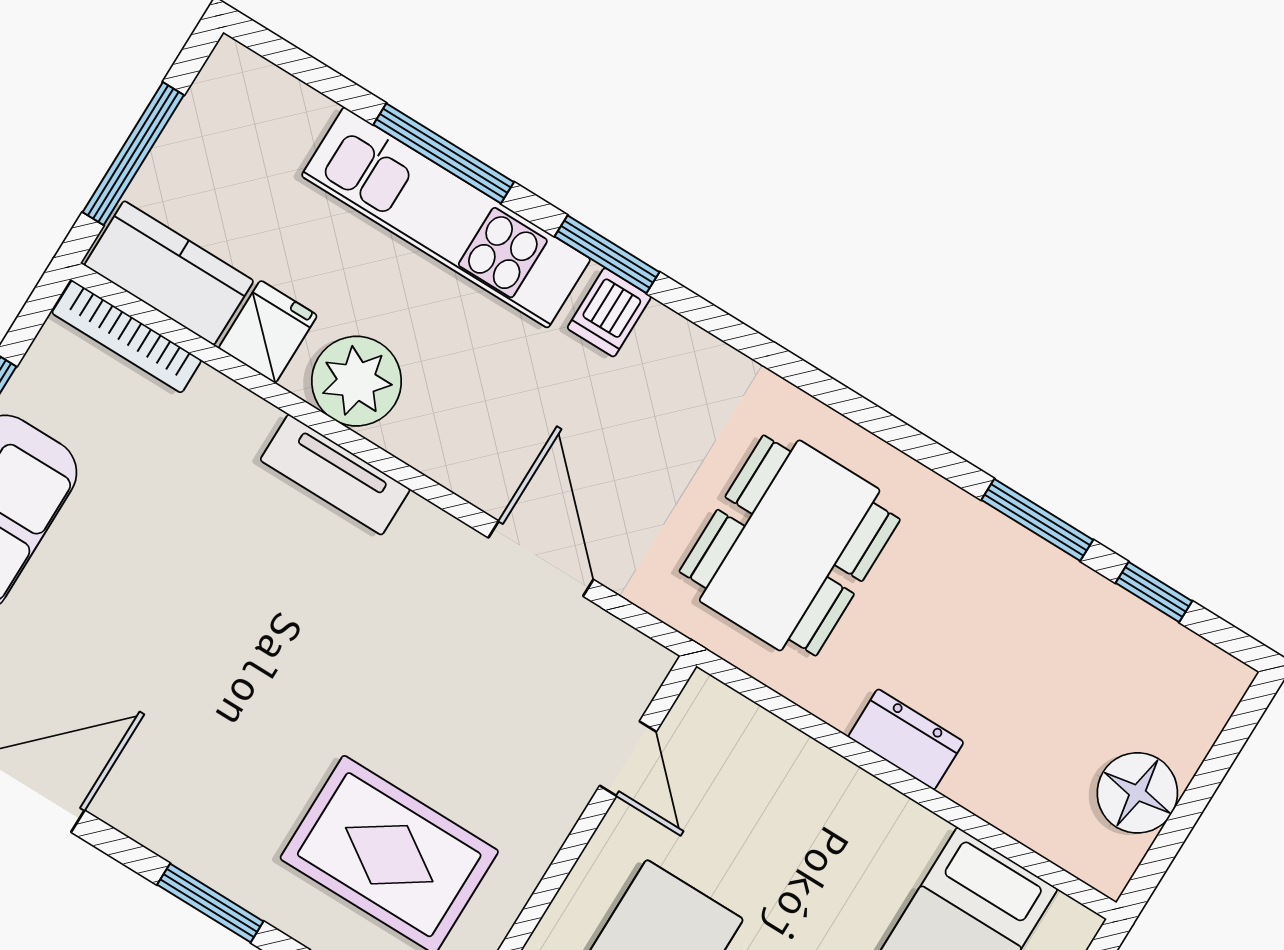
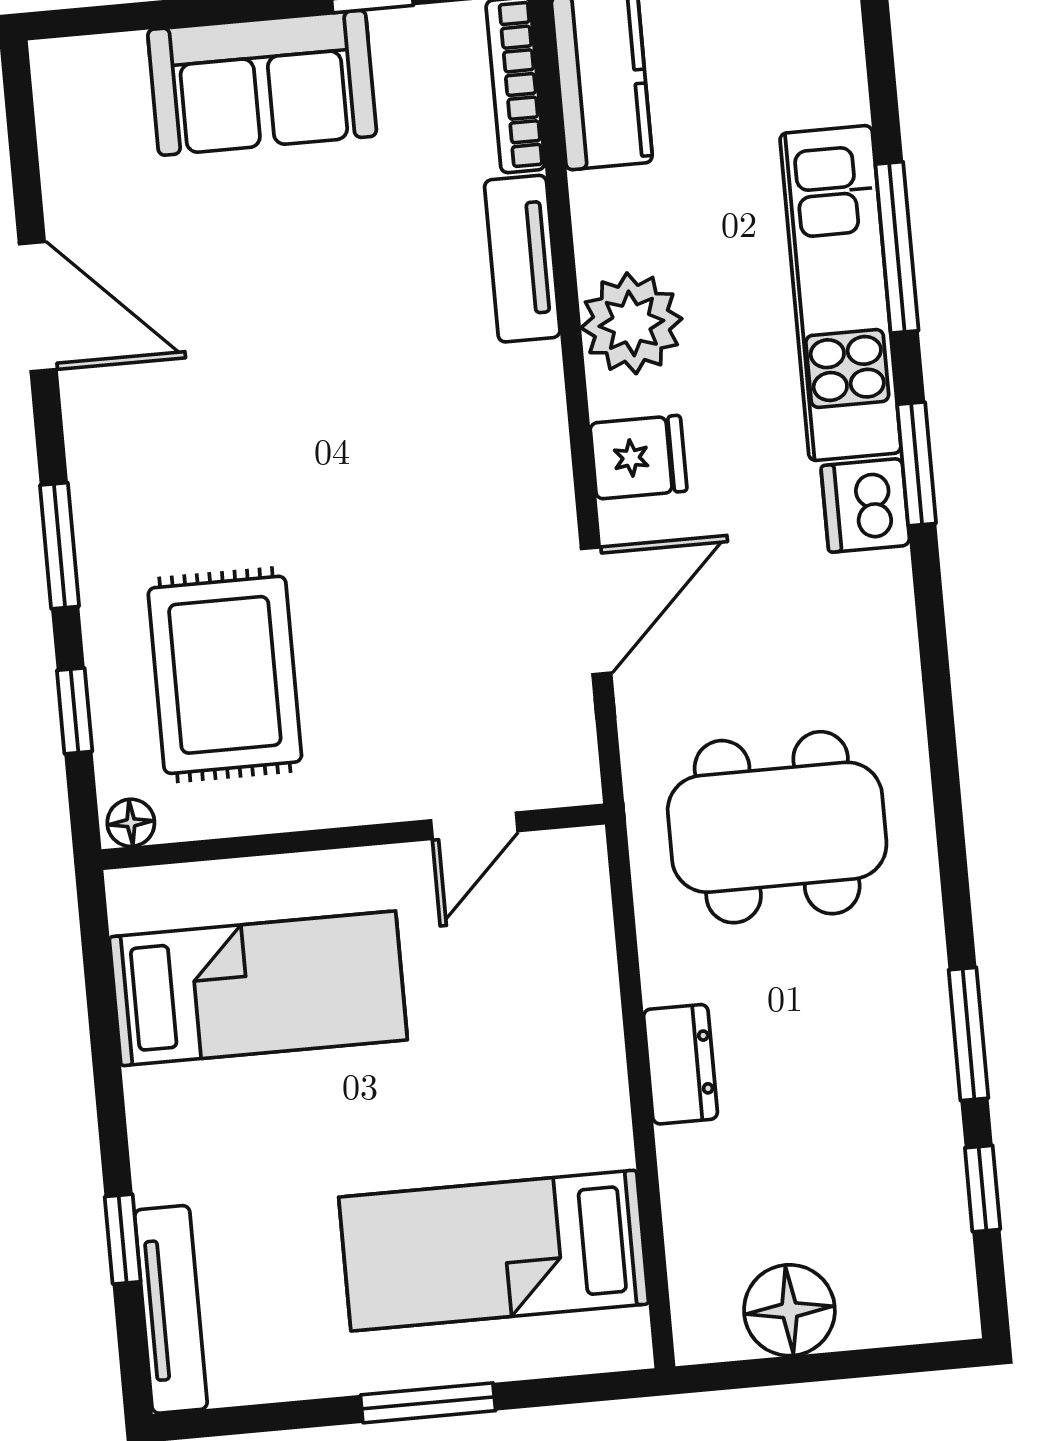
dishwasher: (609, 312) -> (865, 505), width x1.38
fridge: (268, 332) -> (638, 457), moved
tv unit: (335, 475) -> (522, 259), moved

